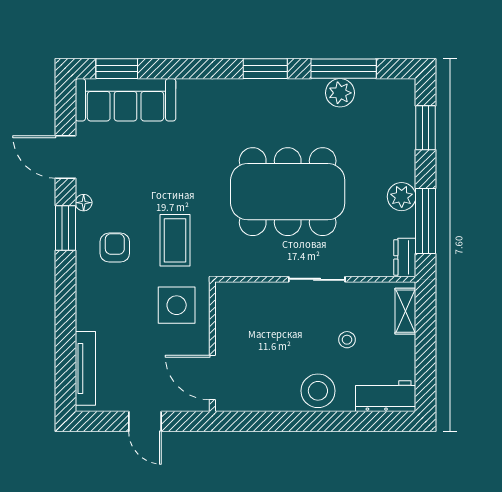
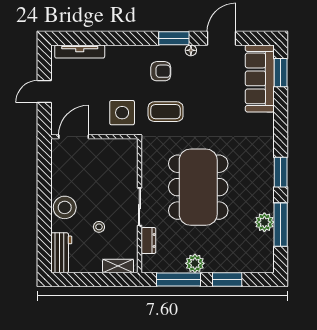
window: (425, 128) -> (227, 279), moved
dresser: (405, 257) -> (148, 240), moved, turned 90

